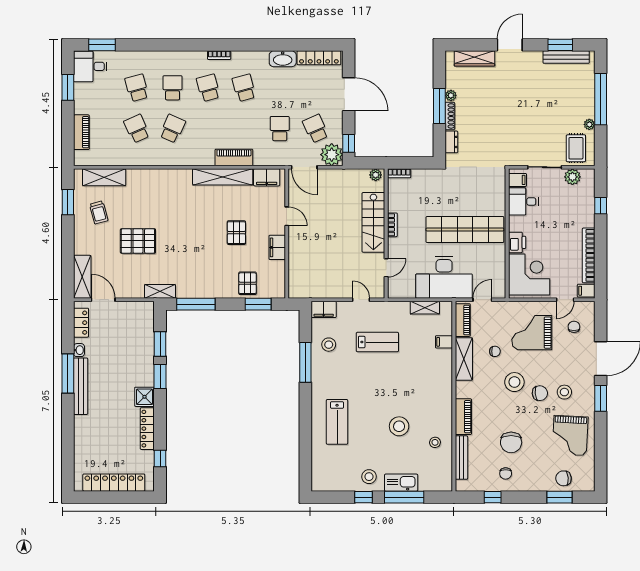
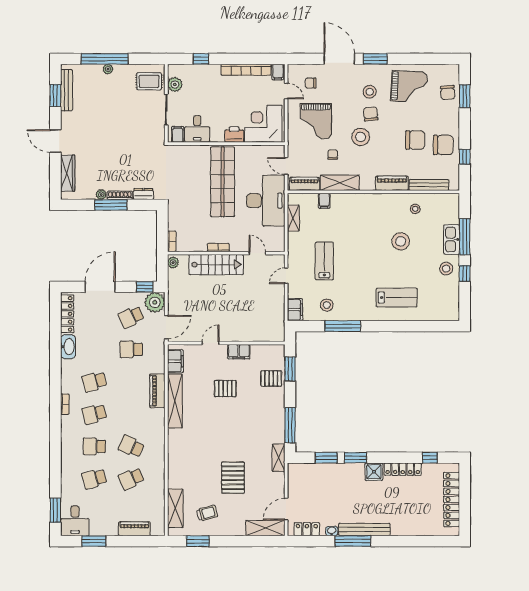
plant: (589, 124) -> (108, 69), moved
chair: (506, 473) -> (443, 145), width x1.87, depth x1.87

